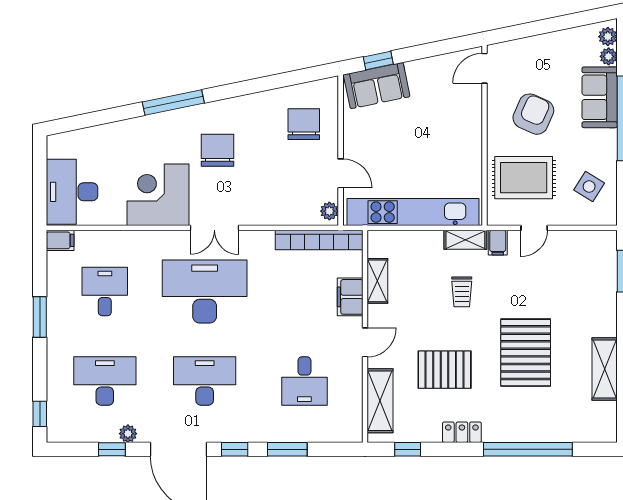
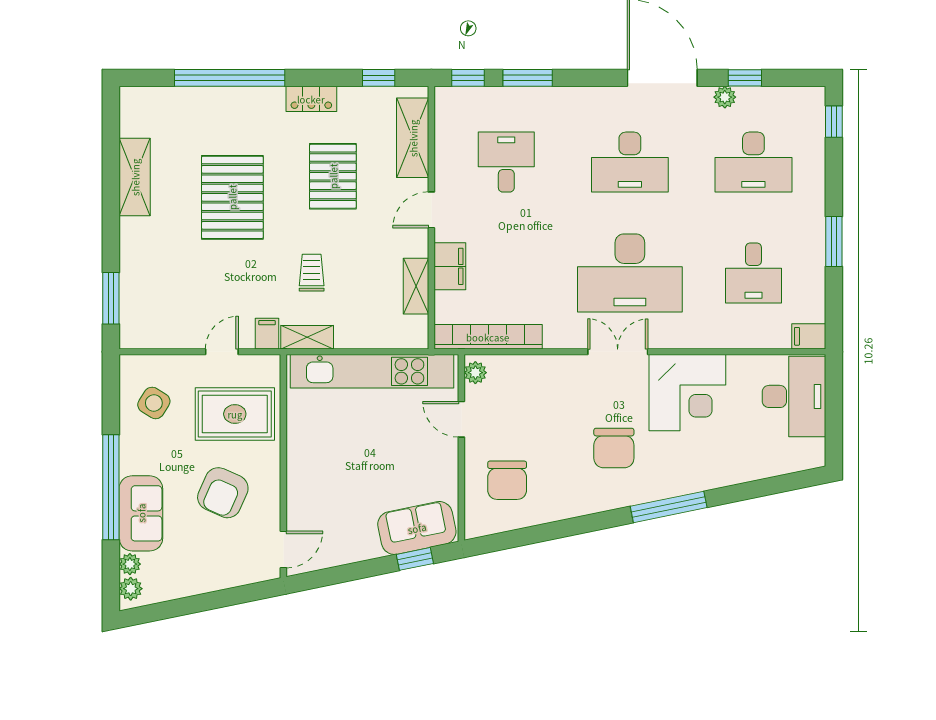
pallet: (445, 370) -> (333, 176), turned 90
window: (235, 449) -> (468, 78), moved

